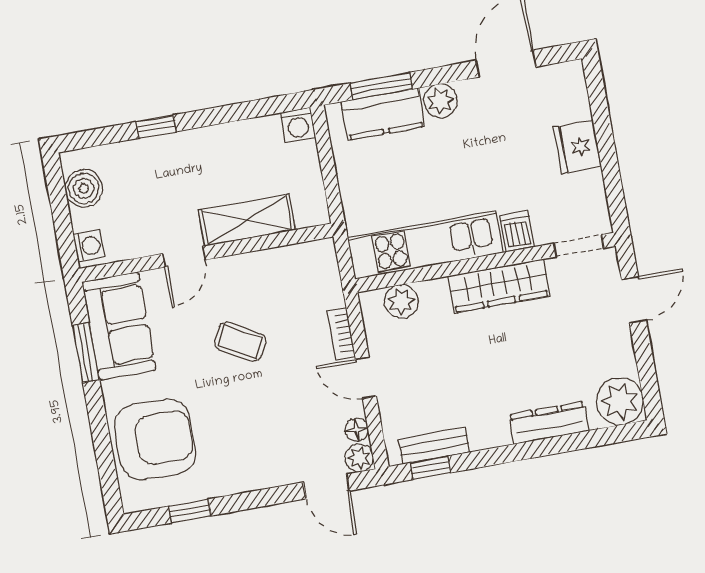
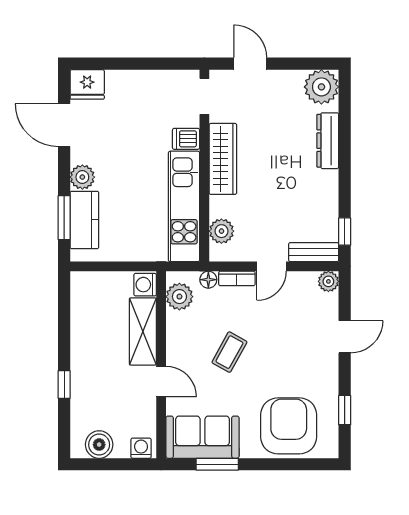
washing machine: (298, 125) -> (145, 285), moved, turned 180
fridge: (578, 147) -> (87, 84), moved
plant: (303, 261) -> (179, 297), added
floor lamp: (357, 430) -> (208, 280), moved
bench: (434, 445) -> (314, 252), moved, turned 90
door: (326, 486) -> (345, 337), moved

